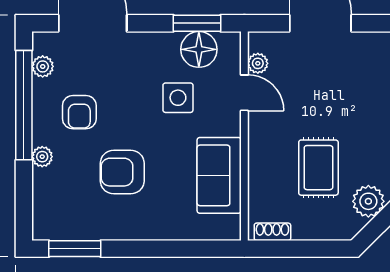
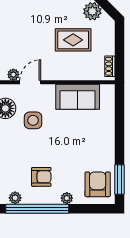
armchair: (122, 172) -> (98, 184), moved, turned 180

